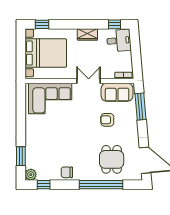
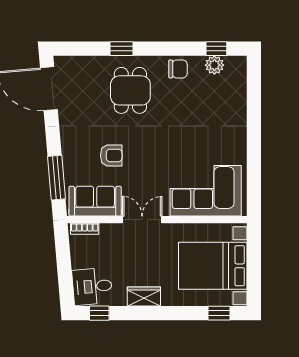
double door: (89, 81) -> (142, 220), swing flipped
window: (21, 156) -> (254, 96), removed
dining table: (112, 159) -> (130, 90), moved
plant: (31, 175) -> (214, 65), moved
window: (101, 185) -> (122, 49), width x0.32

